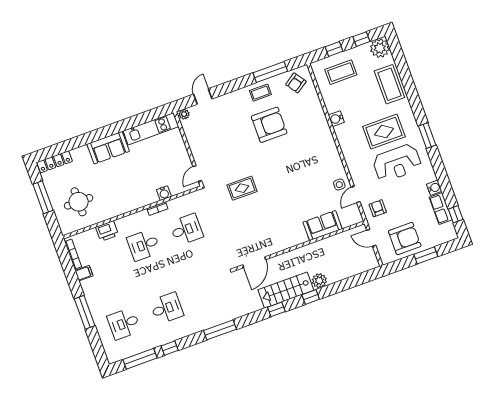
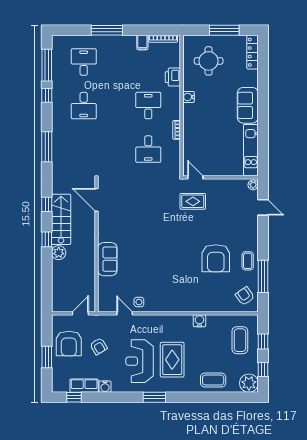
coffee table: (389, 84) -> (213, 380), width x0.73, depth x0.76
rug: (242, 188) -> (193, 201), moved, turned 90
water cooler: (164, 193) -> (189, 97), moved
armchair: (378, 208) -> (99, 346), moved, turned 59
sofa: (323, 226) -> (107, 259), moved

